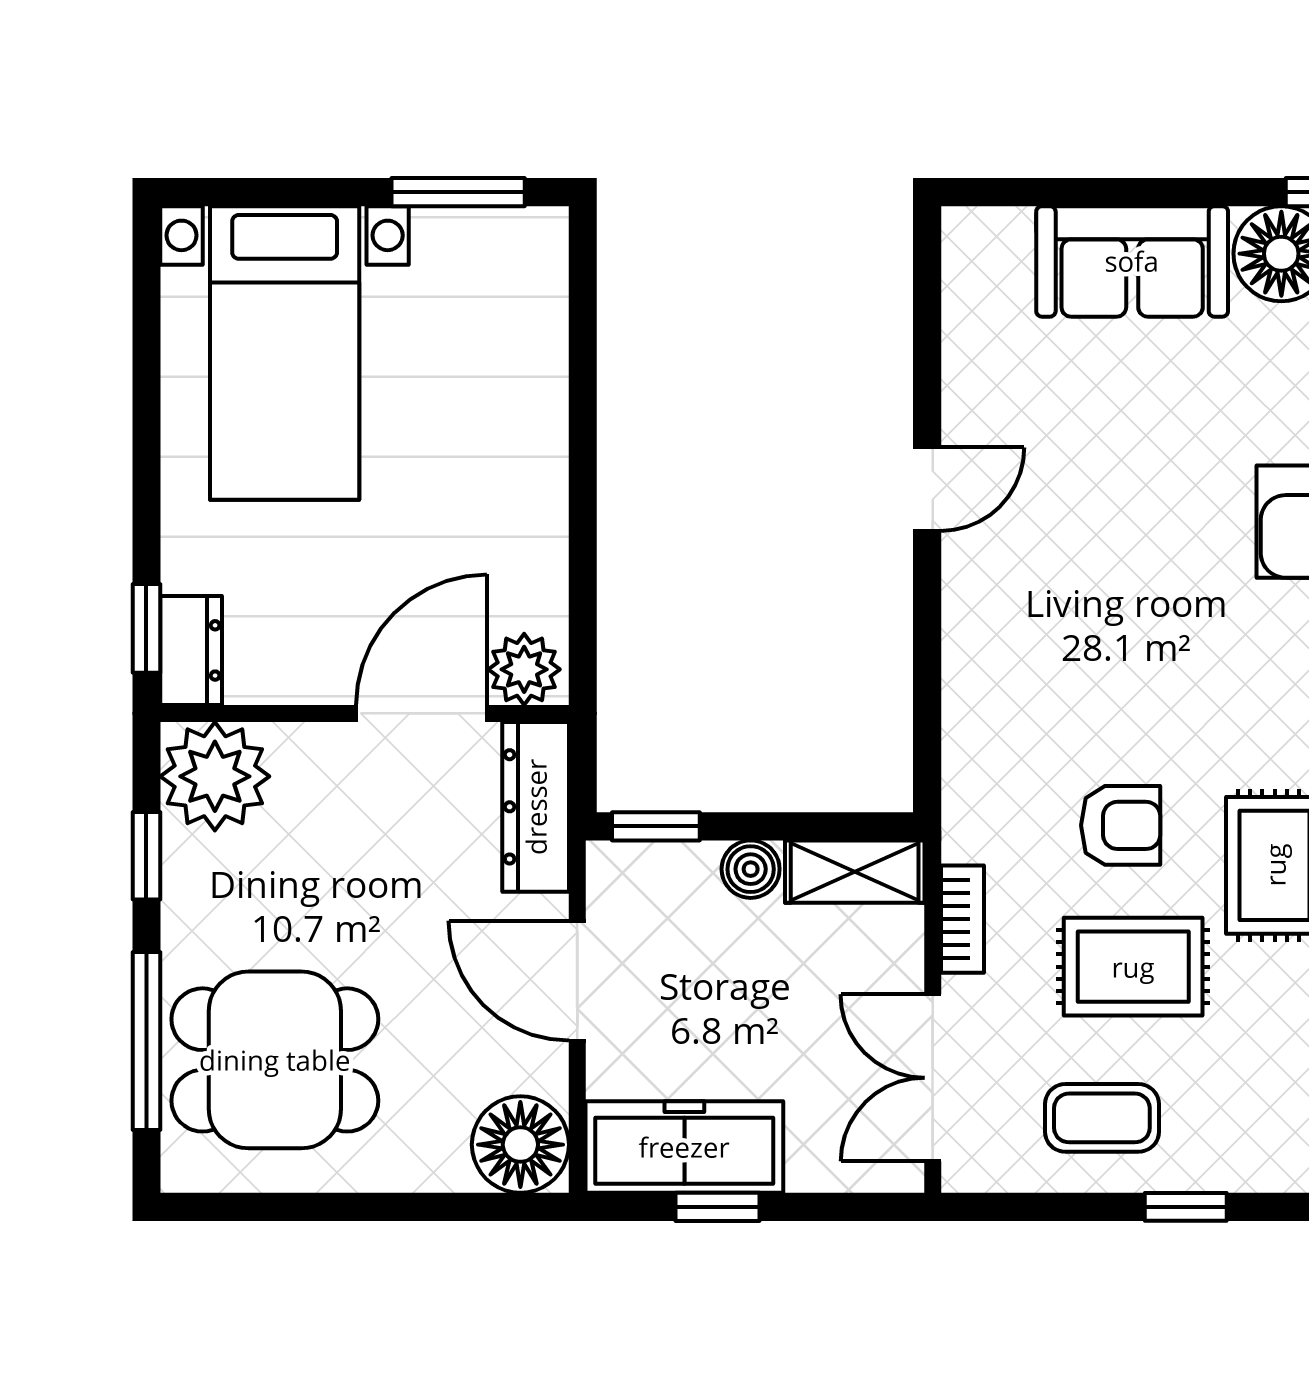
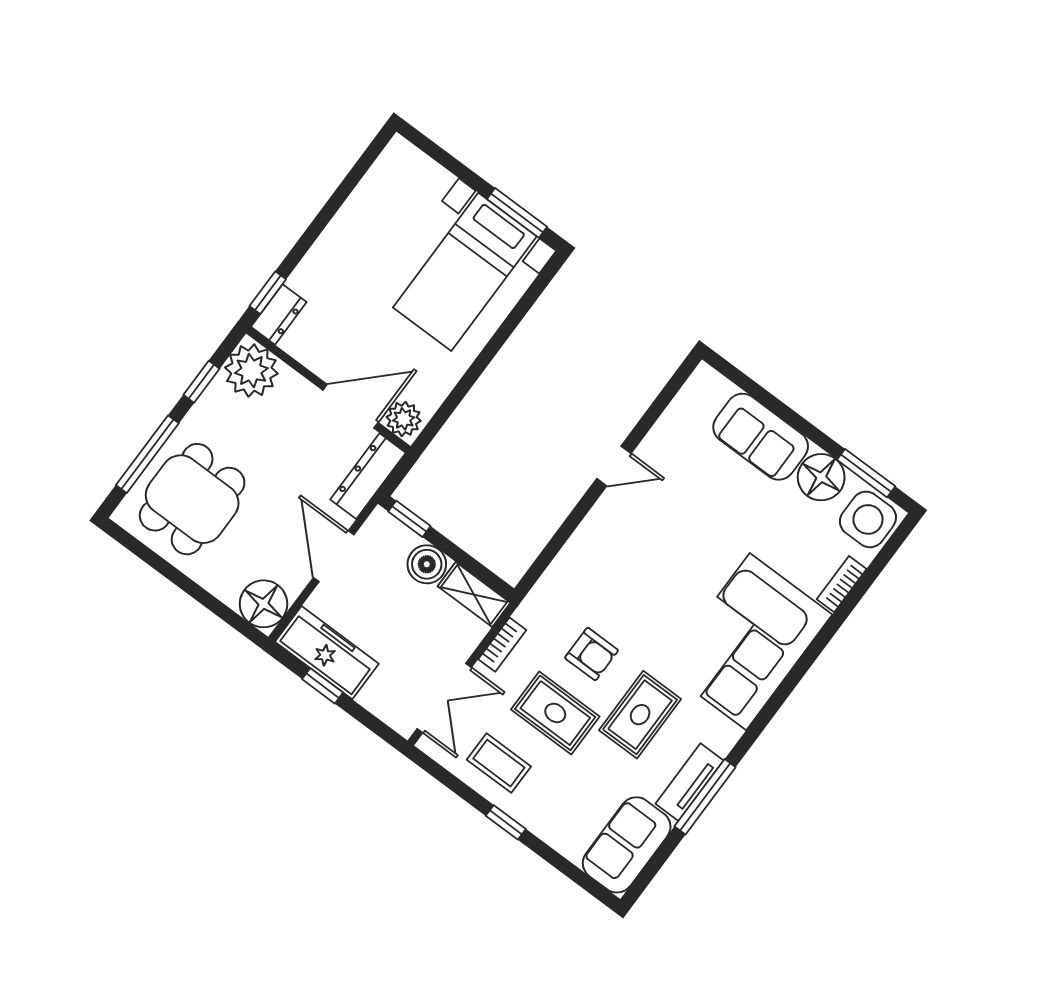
bed with nightstands: (285, 353) -> (465, 272), moved
boiler: (751, 869) -> (427, 564), width x1.36, depth x1.36
dining table: (275, 1060) -> (192, 499), turned 90
double door: (933, 1078) -> (444, 698), swing flipped

